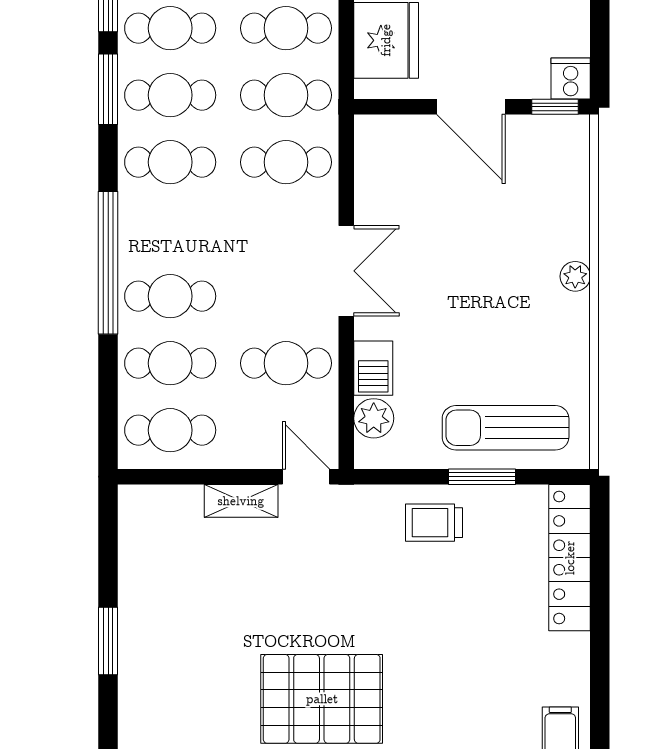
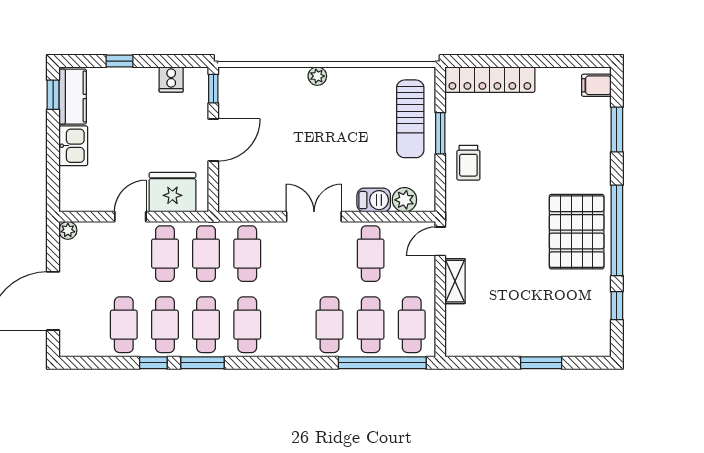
cooker: (571, 79) -> (171, 80), moved, turned -90
window: (108, 263) -> (382, 363), moved

